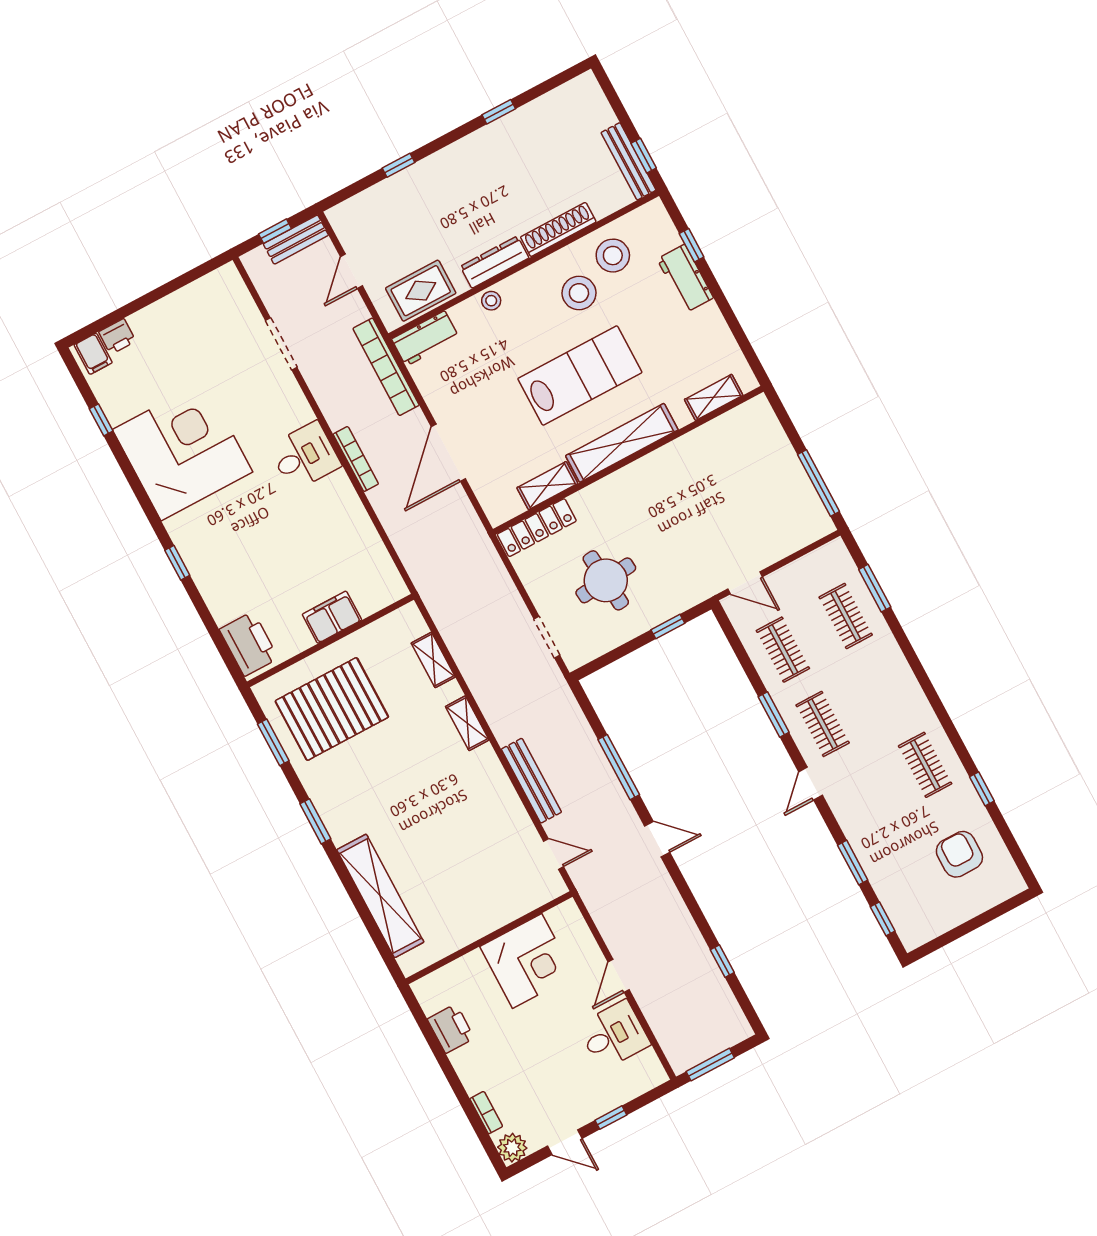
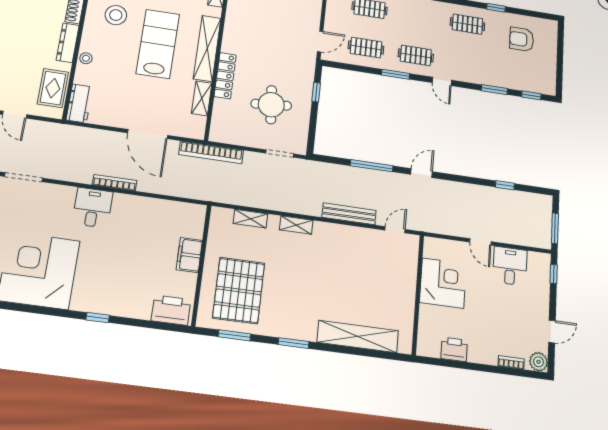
bookcase: (386, 367) -> (211, 152), moved
locker: (537, 528) -> (225, 76), moved
window: (611, 1118) -> (554, 274), moved

